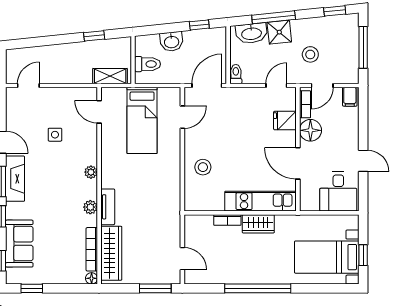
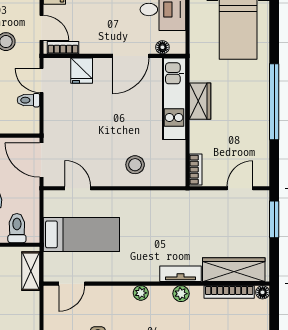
toilet: (236, 74) -> (28, 100), moved
floor lamp: (310, 130) -> (162, 47), moved, width x0.53, depth x0.53
bookcase: (227, 220) -> (196, 170), moved

